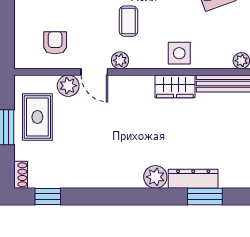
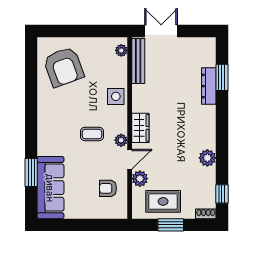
wardrobe: (175, 86) -> (140, 128), moved
plant: (155, 177) -> (207, 158), moved

